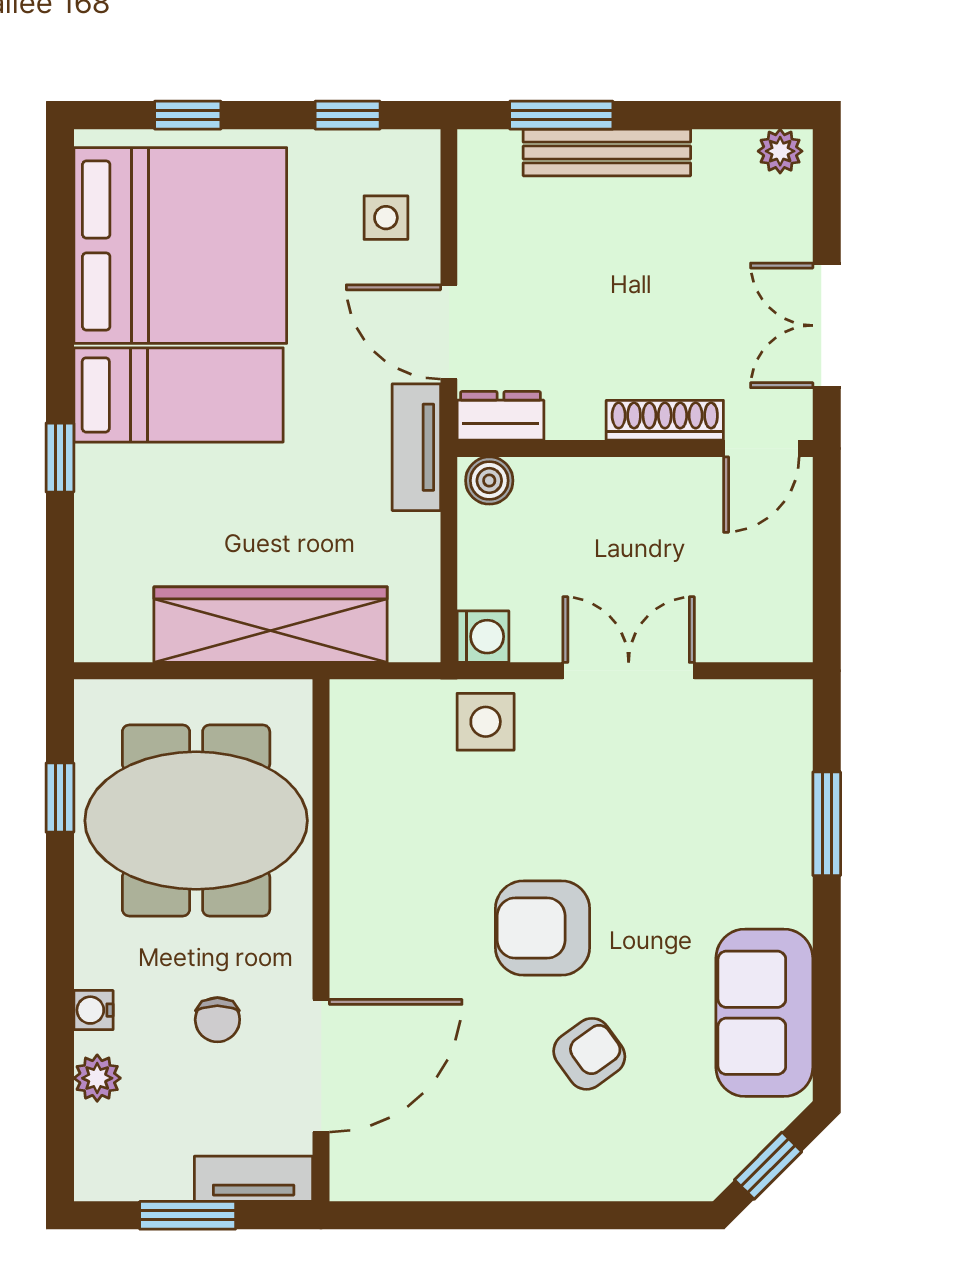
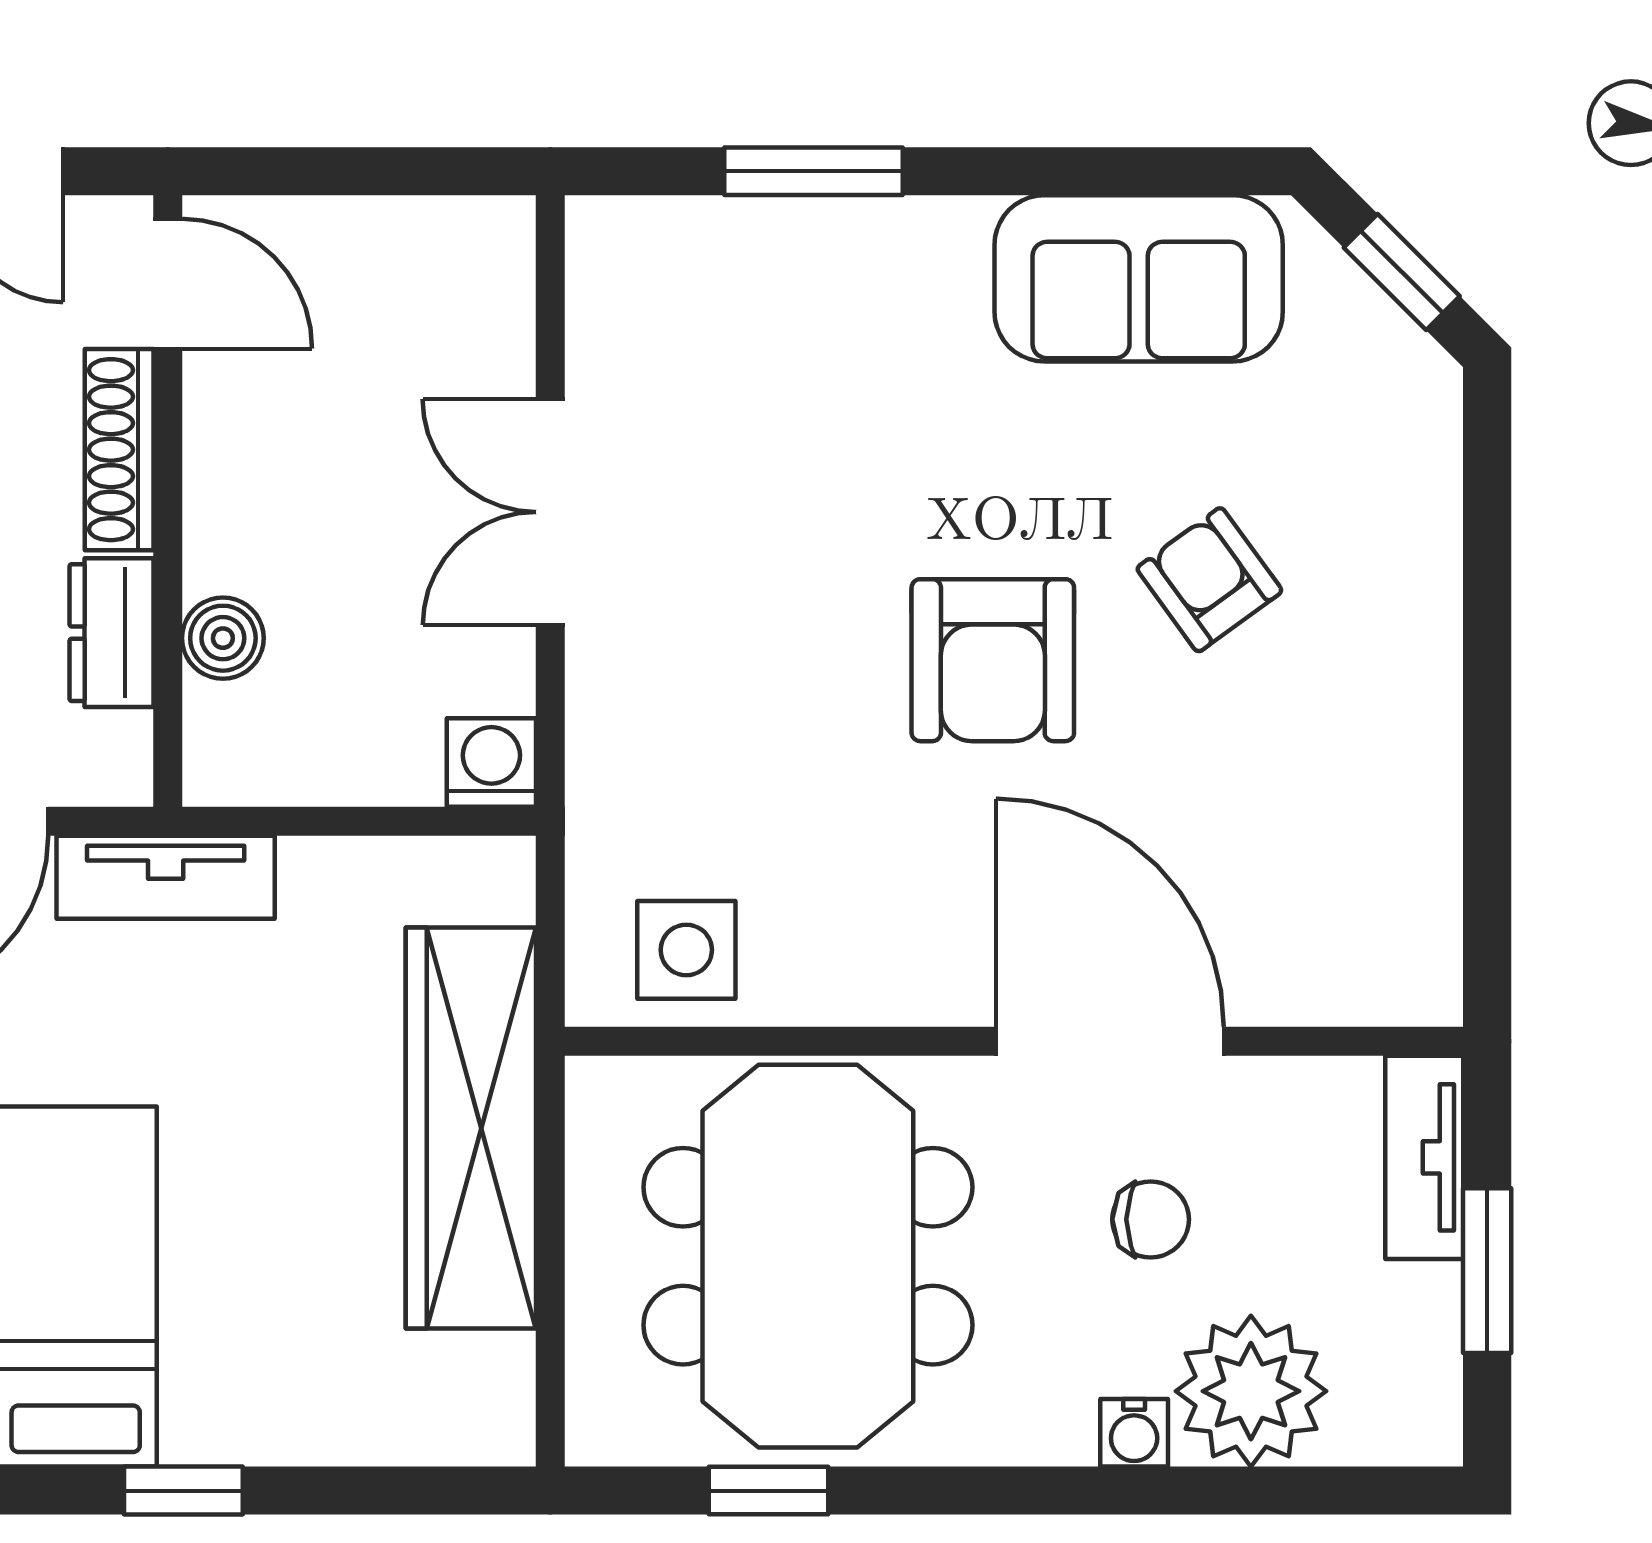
dresser: (500, 416) -> (112, 633), moved
boiler: (489, 481) -> (223, 638), moved
side table: (486, 722) -> (686, 950), moved
door: (321, 1066) -> (1110, 1041), moved
plant: (97, 1078) -> (1251, 1391), width x1.87, depth x1.87

